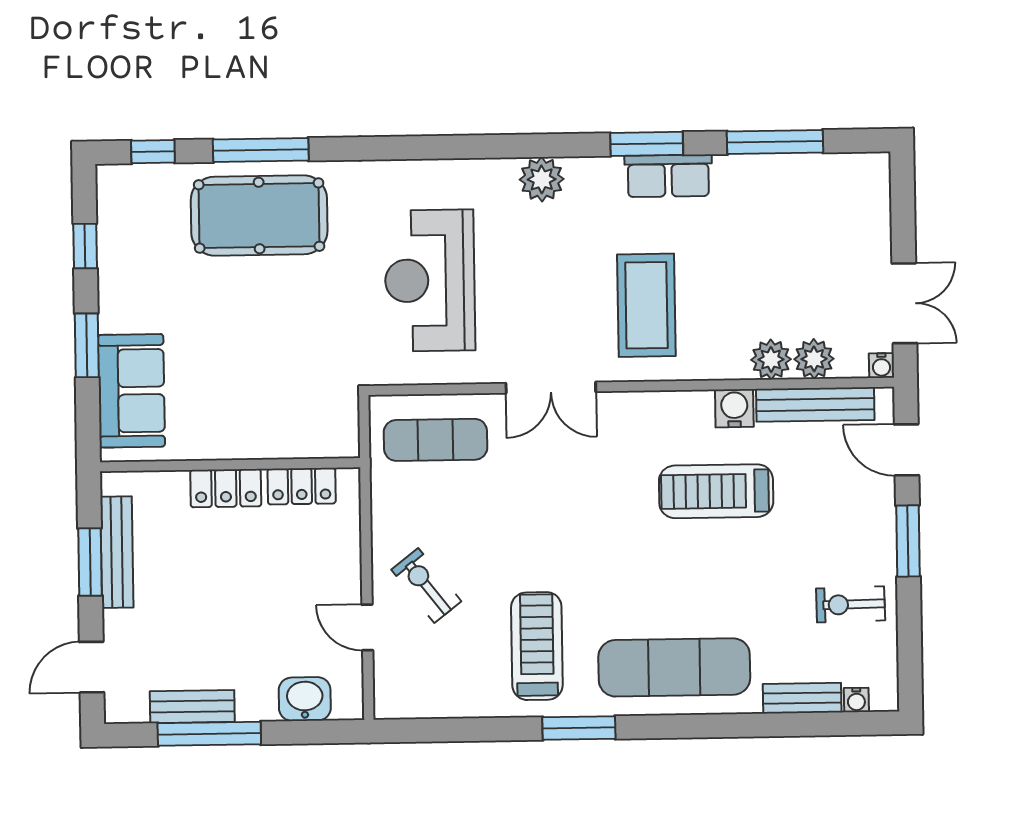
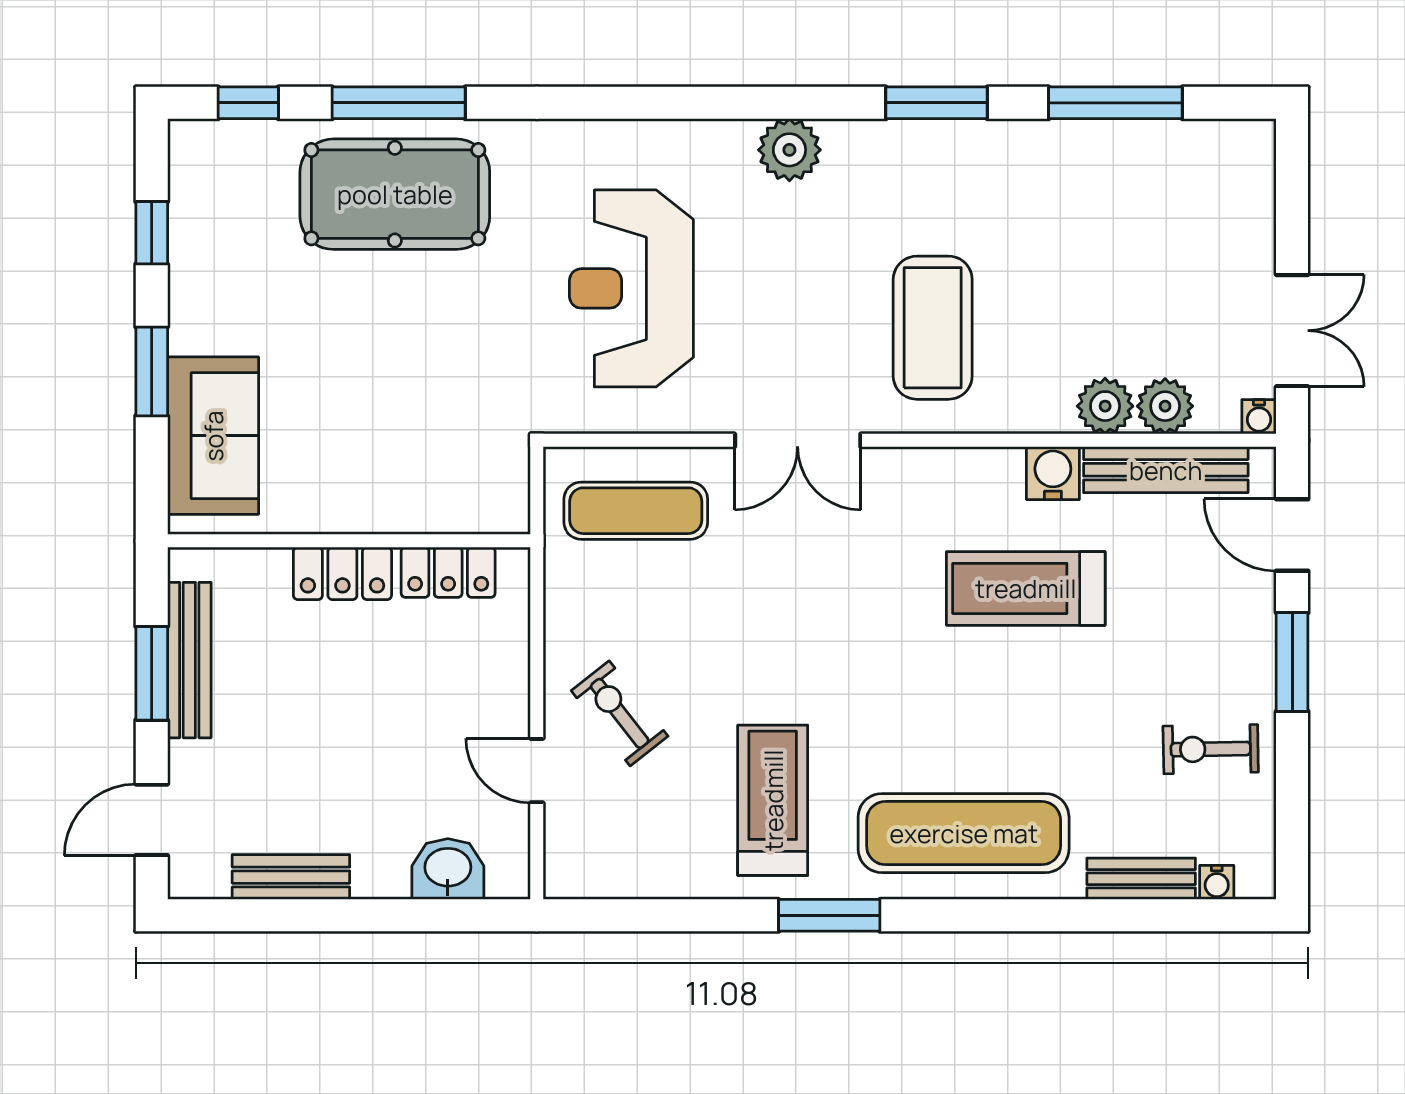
row of seats: (668, 176) -> (966, 148), removed
window: (209, 734) -> (314, 915), removed

